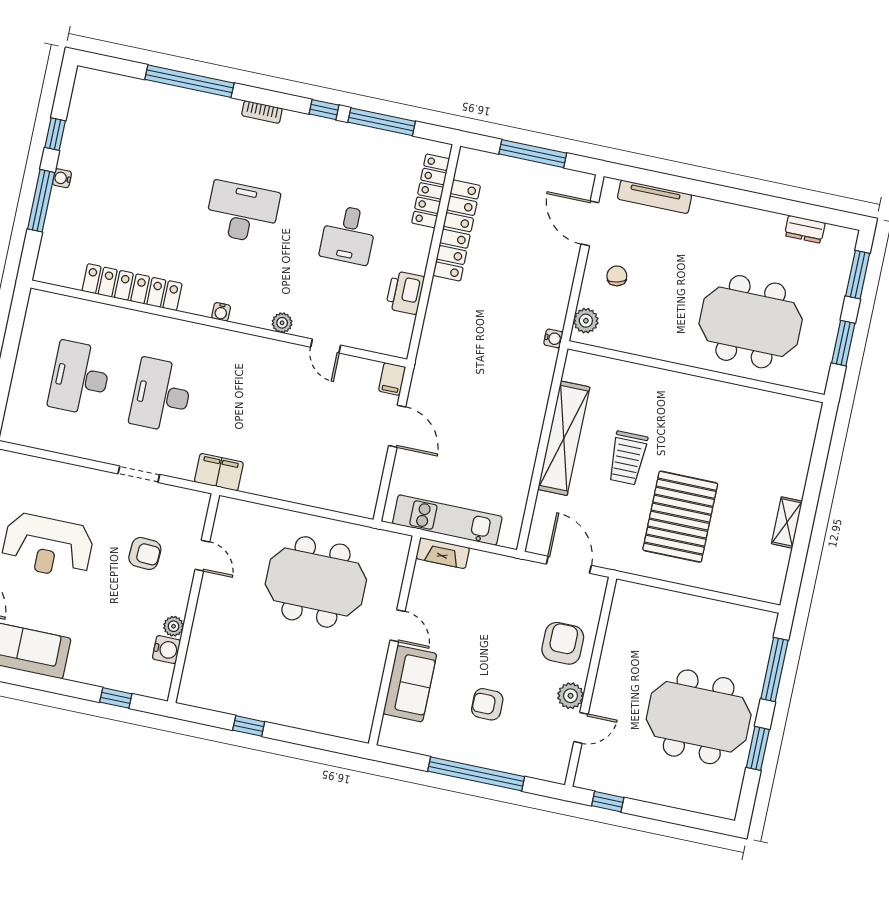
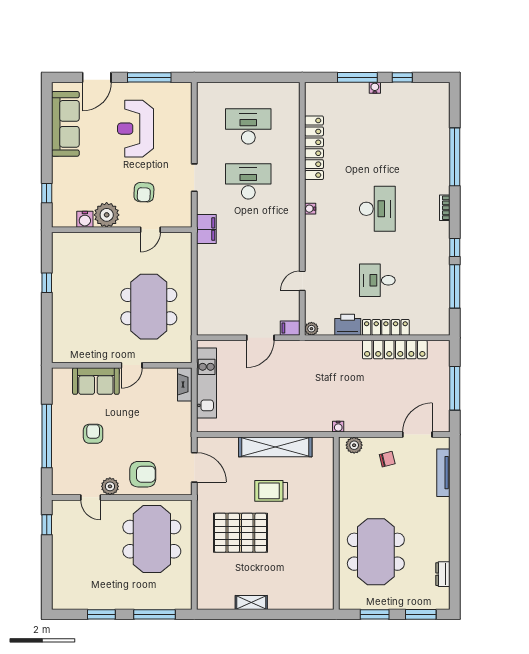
locker: (431, 191) -> (386, 327), moved
plant: (282, 323) -> (311, 329), moved
door: (569, 565) -> (194, 467), hinge flipped
plant: (173, 626) -> (107, 215), width x1.88, depth x1.88
meeting table: (699, 717) -> (152, 539), moved

